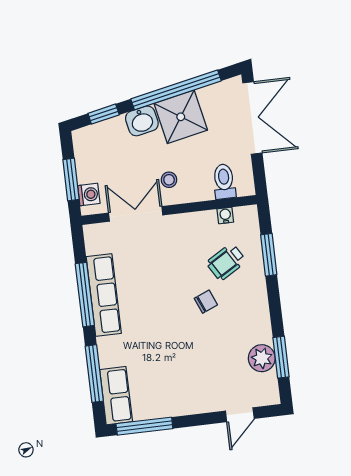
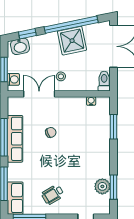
washbasin: (142, 121) -> (20, 46), moved
toilet: (224, 181) -> (104, 81), moved
wheelchair: (226, 262) -> (53, 194), moved
chair: (206, 302) -> (51, 132), moved

